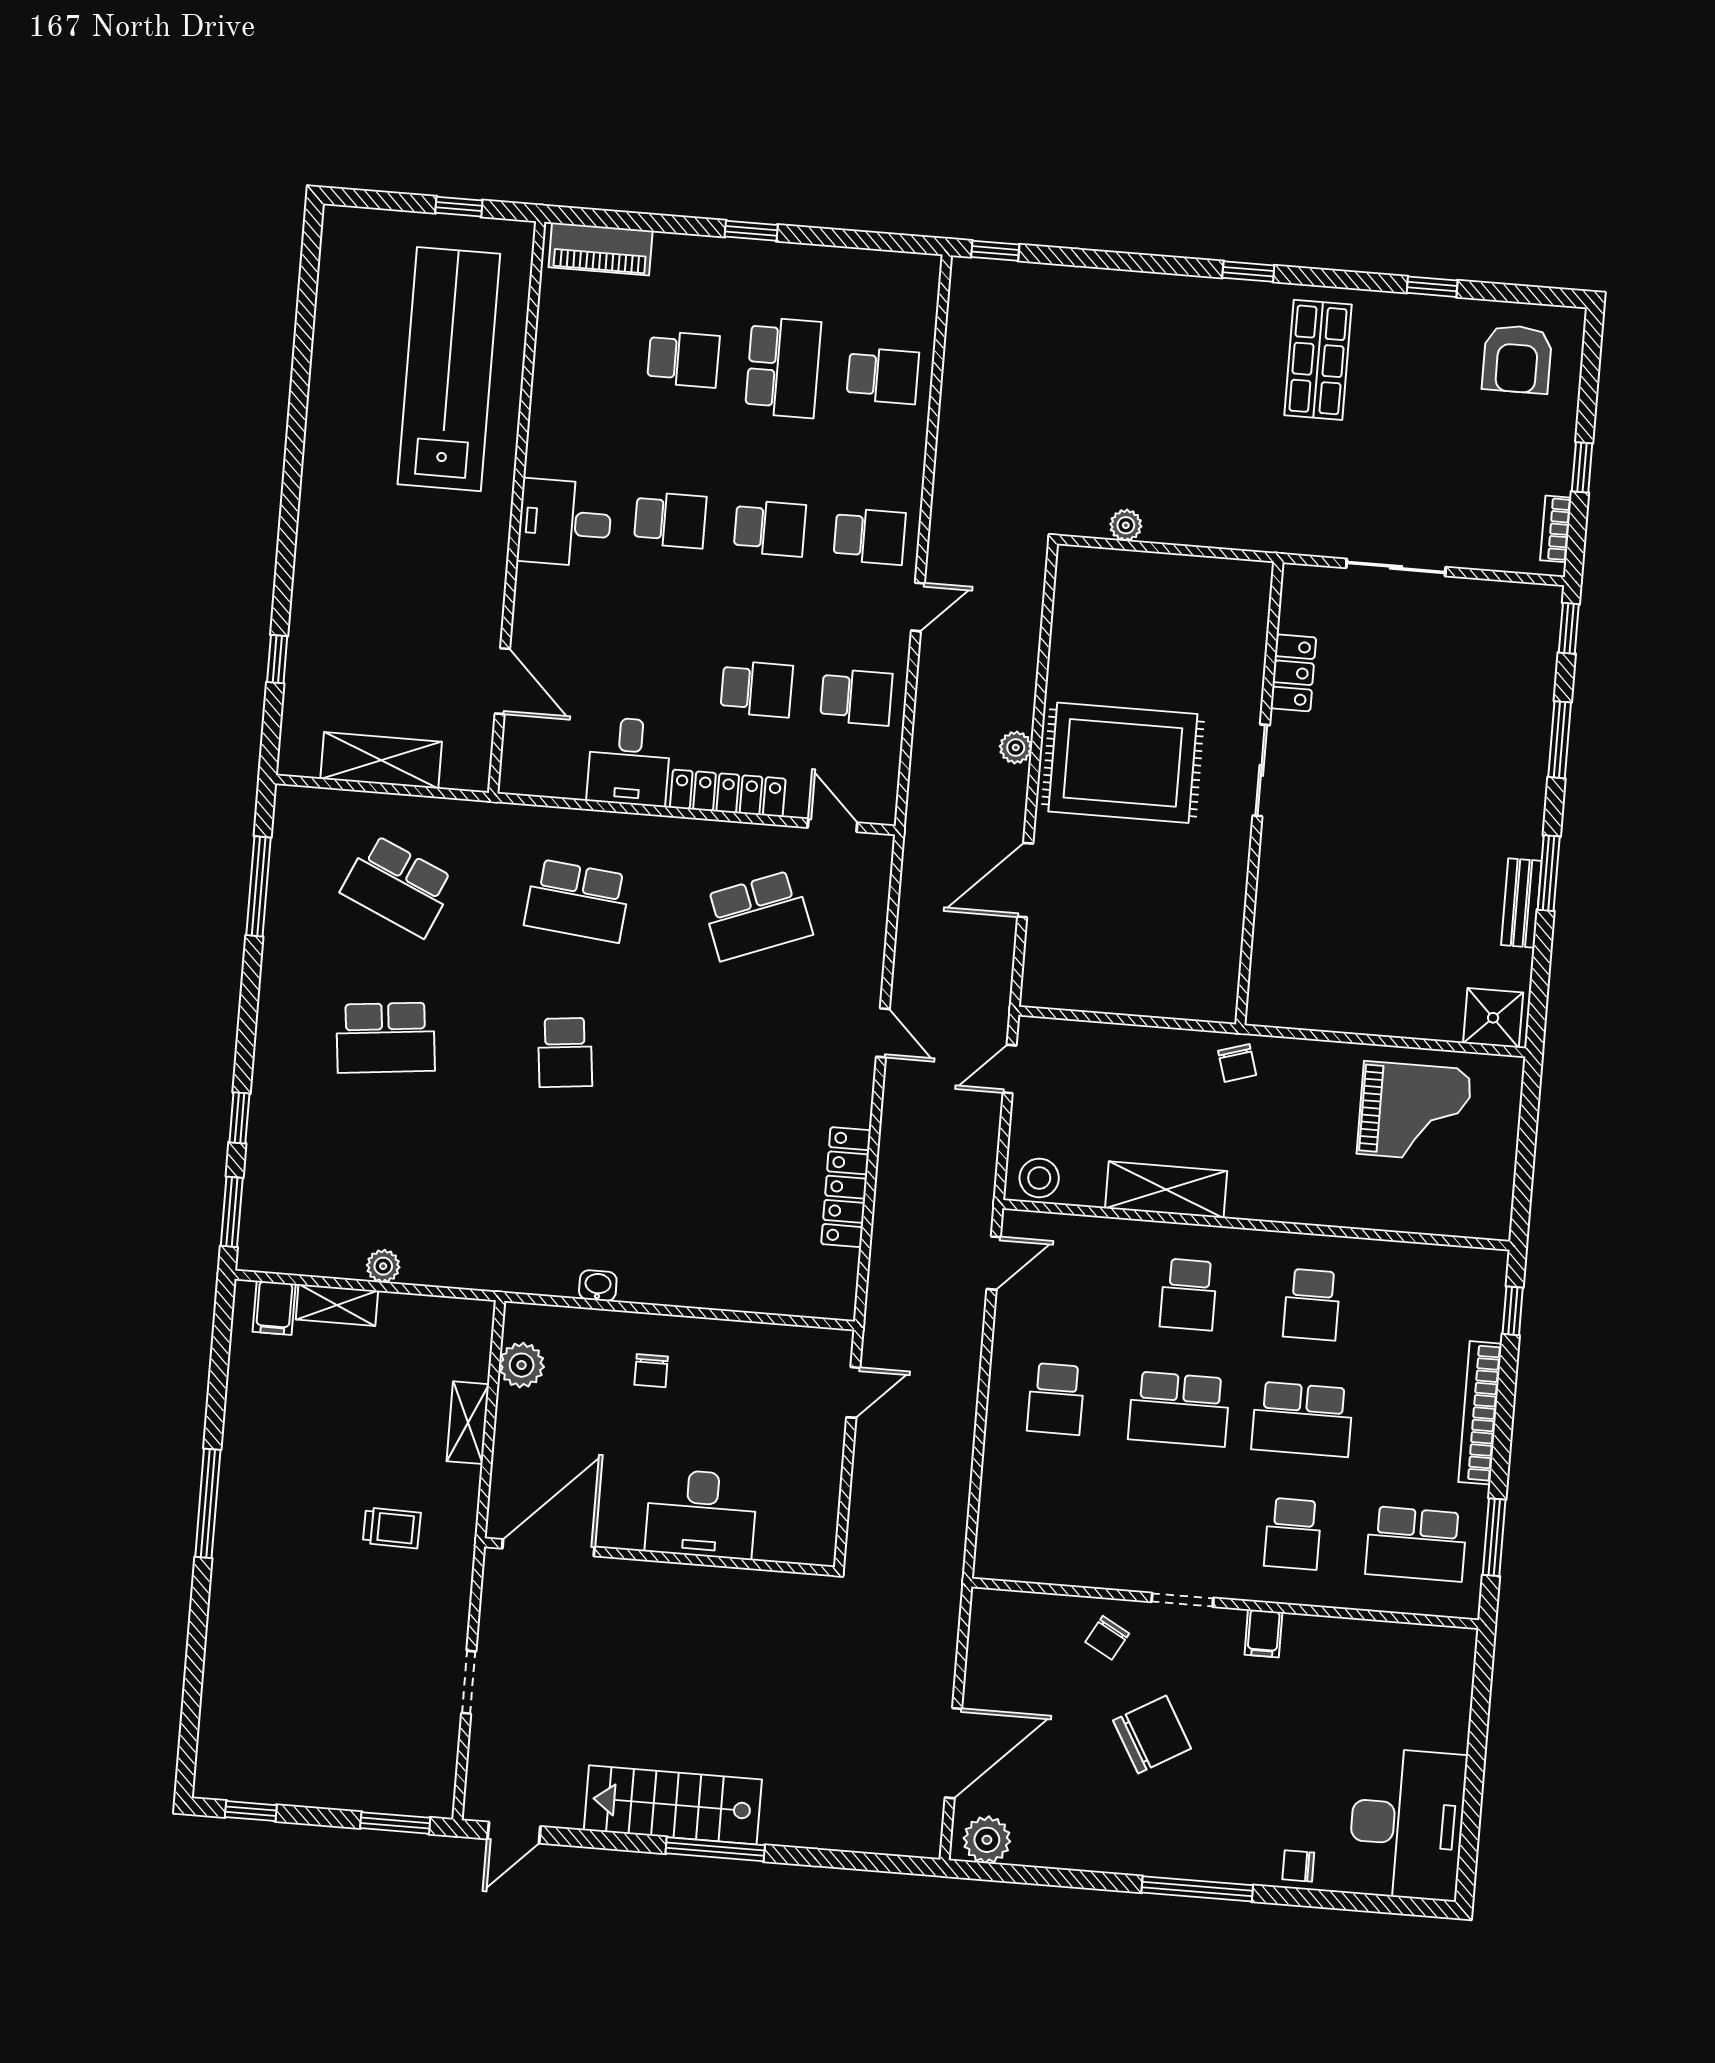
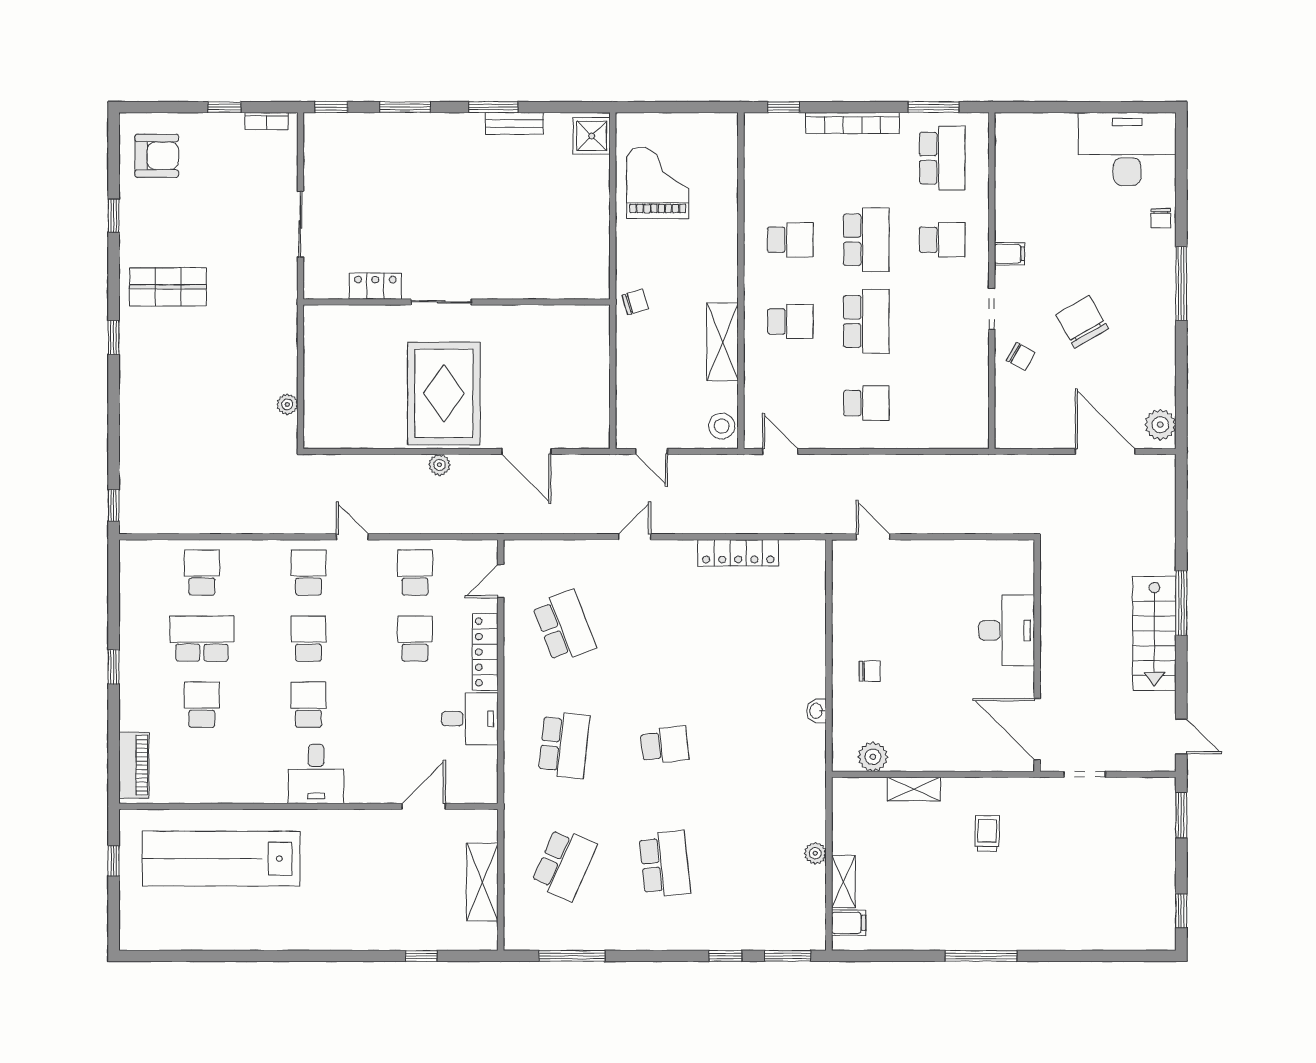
desk: (701, 1514) -> (1007, 630), moved
door: (548, 1548) -> (1037, 729), moved
wall: (659, 1557) -> (1037, 656), moved

